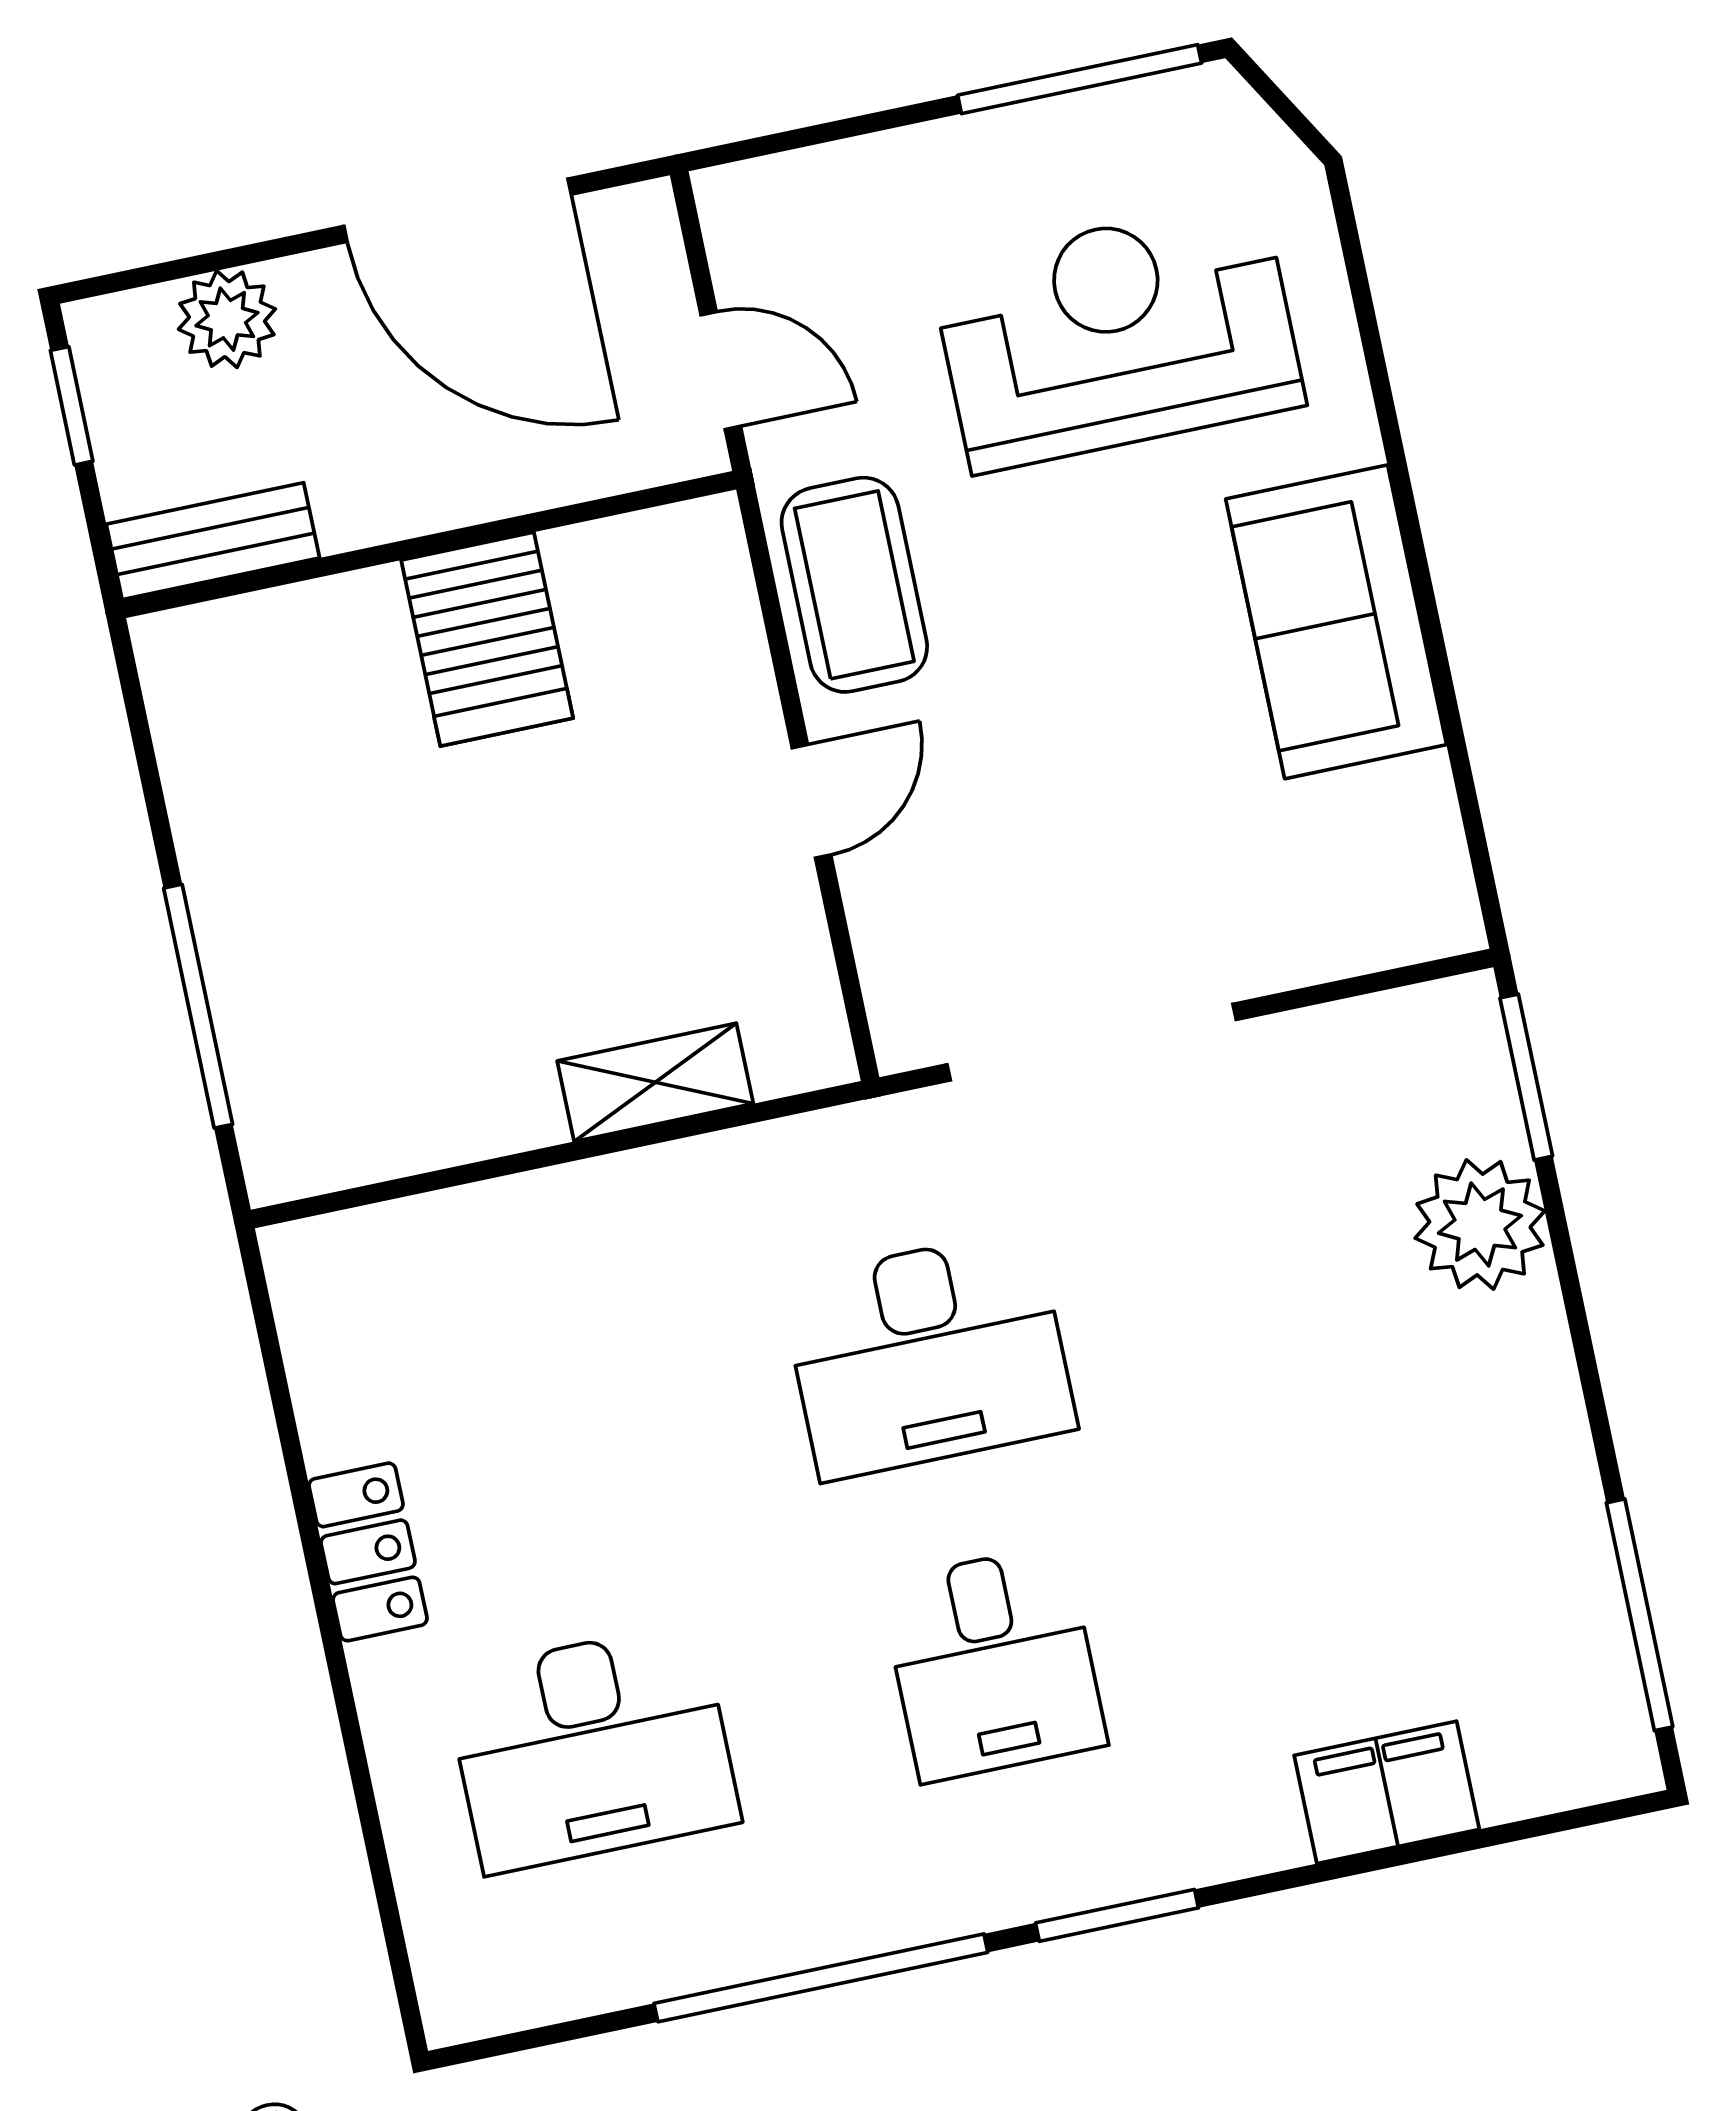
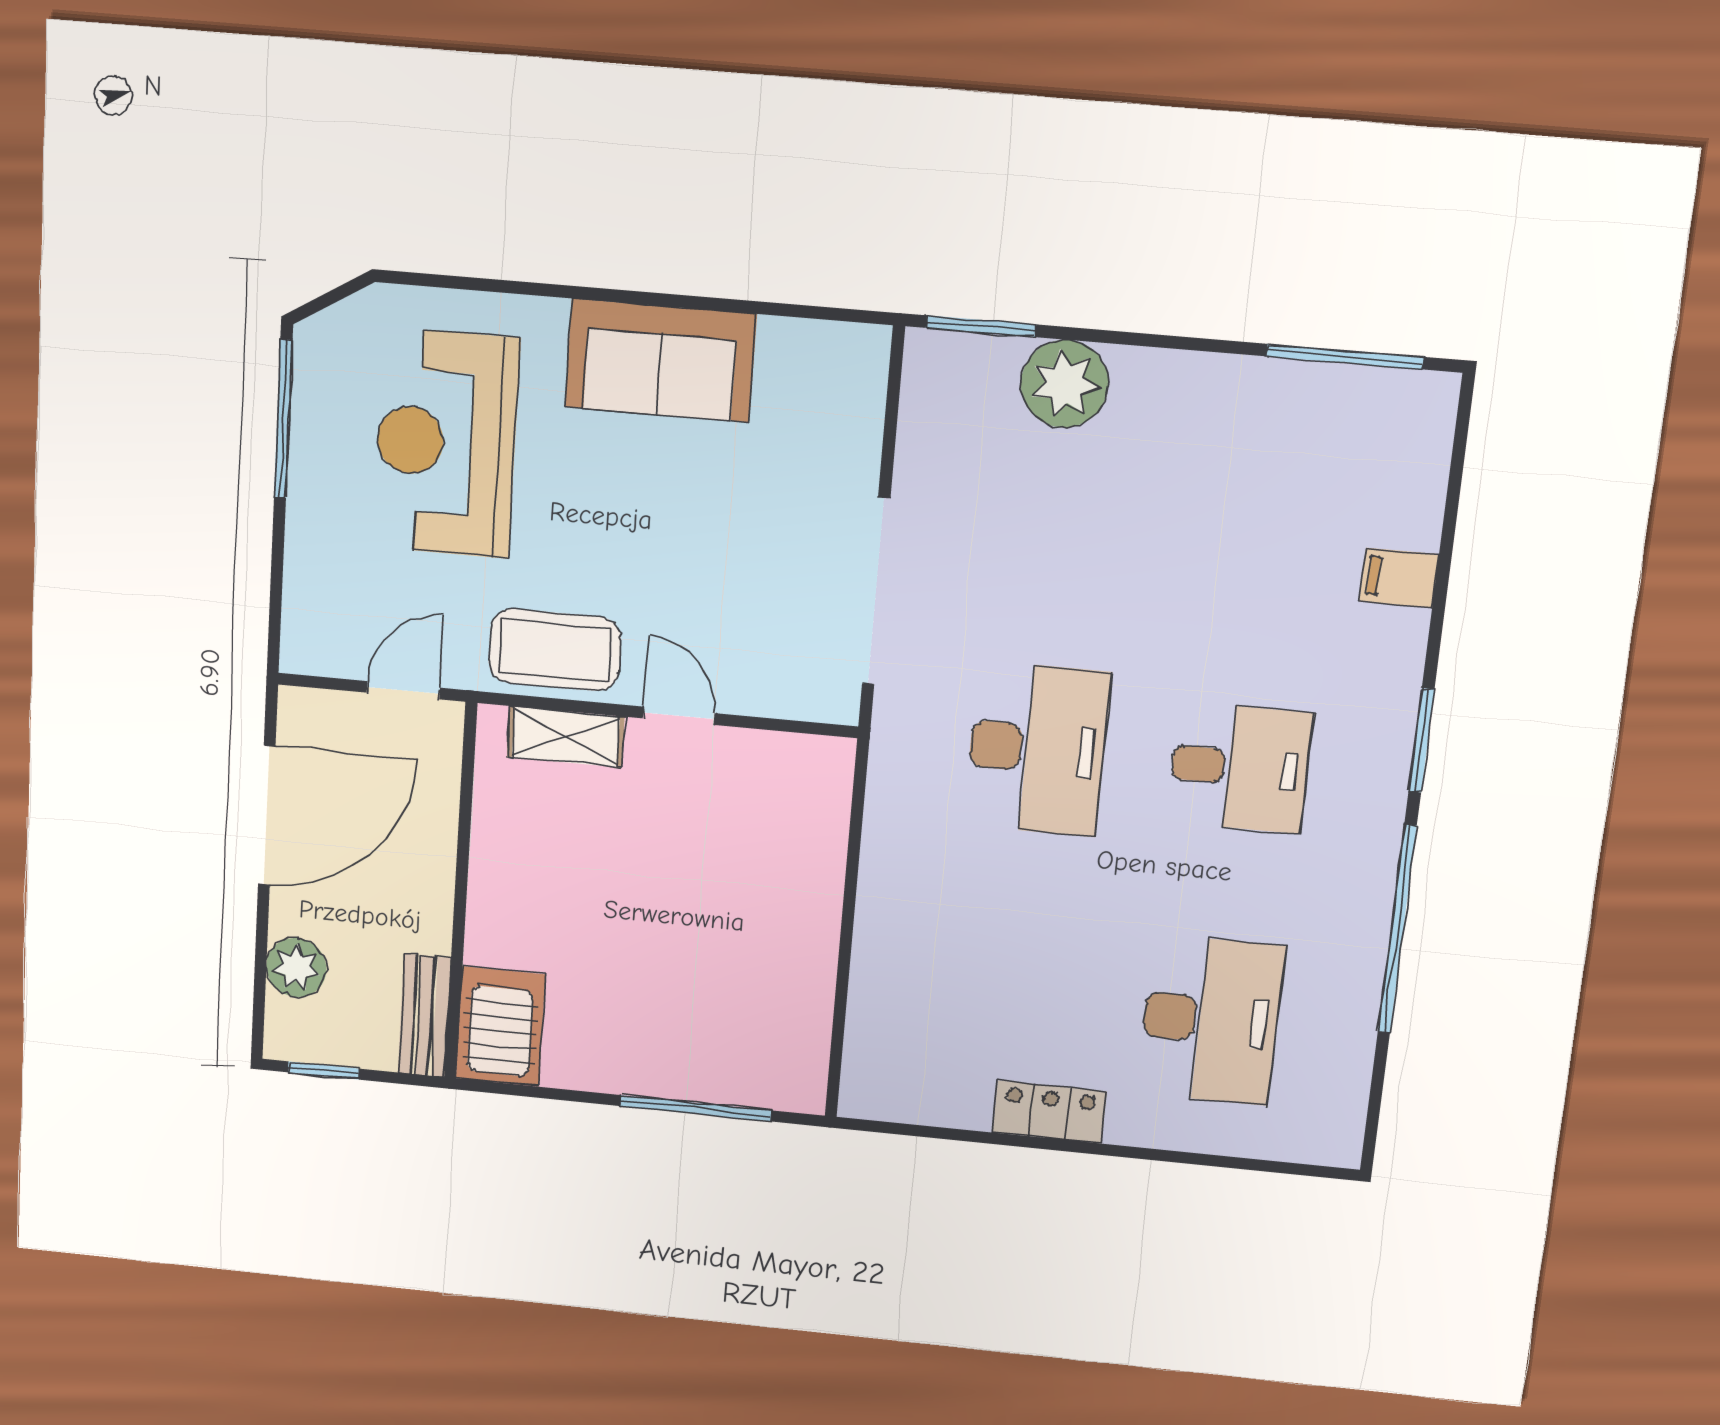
server rack: (487, 639) -> (500, 1027), moved, turned -90
shelving: (655, 1082) -> (566, 737), moved, turned 90
filing cabinet: (1387, 1792) -> (1399, 578), width x0.50

